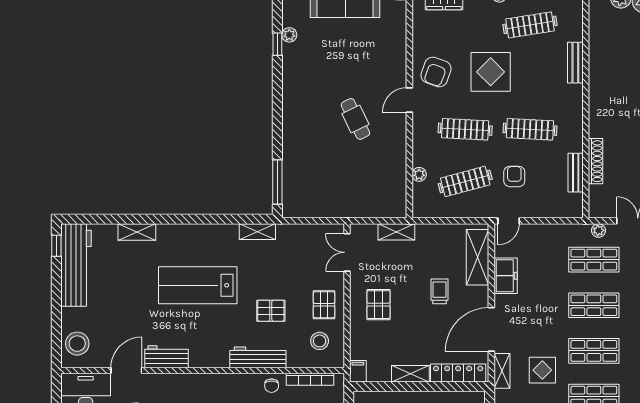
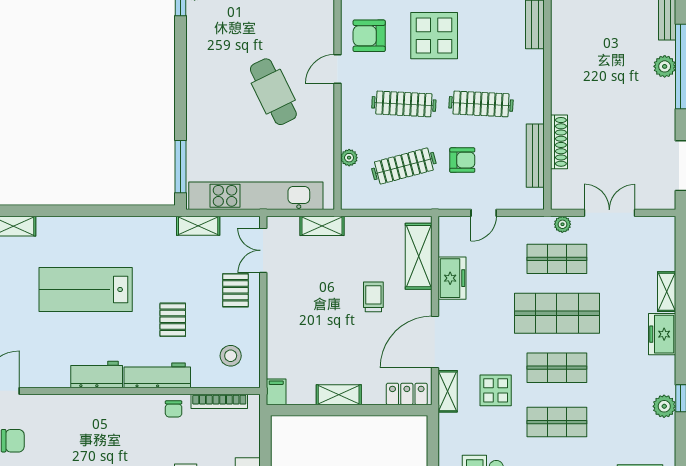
armchair: (436, 72) -> (369, 36), turned 70
cafe table: (355, 119) -> (273, 92), width x1.37, depth x1.35
bench: (576, 173) -> (535, 156), width x1.36
armchair: (514, 176) -> (462, 160), turned 90
kitchen unit: (341, 207) -> (256, 196), added
door: (509, 221) -> (484, 213), moved
shelving: (257, 232) -> (198, 226), moved
pallet: (324, 305) -> (235, 290), moved
pallet: (379, 305) -> (301, 312), removed
shop shelf: (594, 305) -> (557, 313), width x1.43, depth x1.36
pallet: (271, 311) -> (173, 320), turned 90
workbench: (166, 357) -> (97, 375), moved
locker: (458, 373) -> (407, 394), width x0.66

